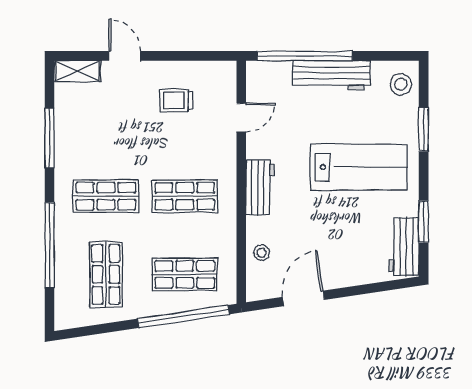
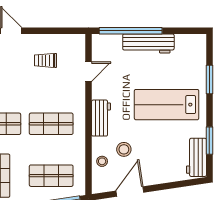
stool: (401, 84) -> (124, 149), moved
lab bench: (359, 167) -> (167, 105), turned 180

